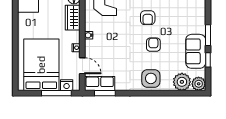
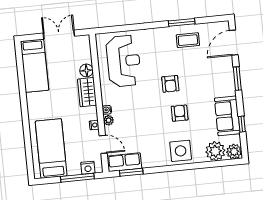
window: (208, 35) -> (237, 78), moved
plant: (89, 45) -> (109, 120), added
bed: (41, 65) -> (51, 149), width x0.67

